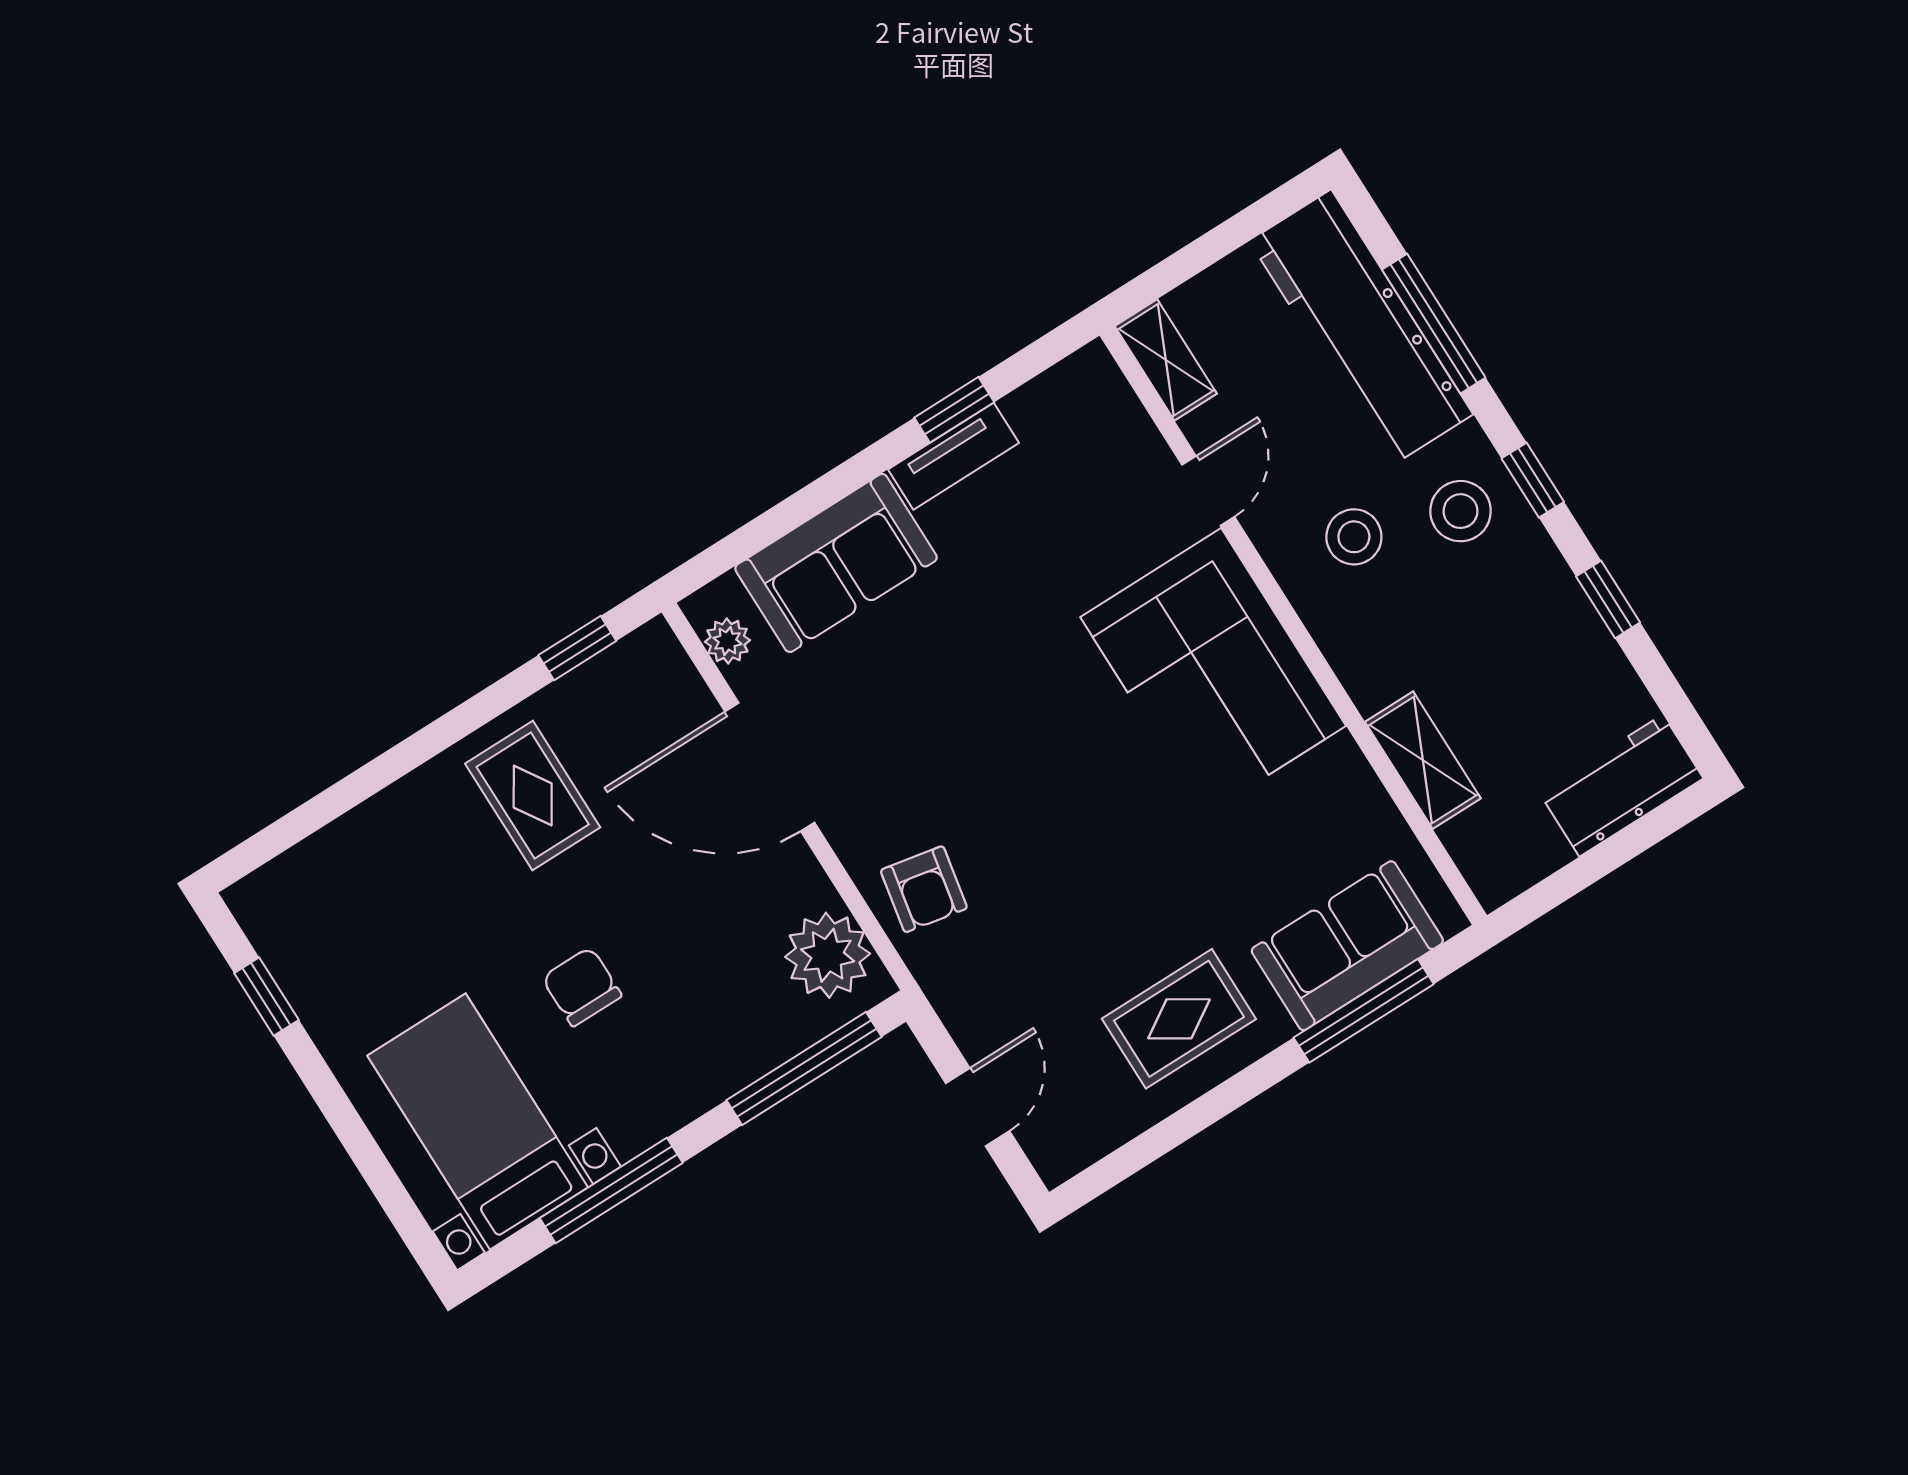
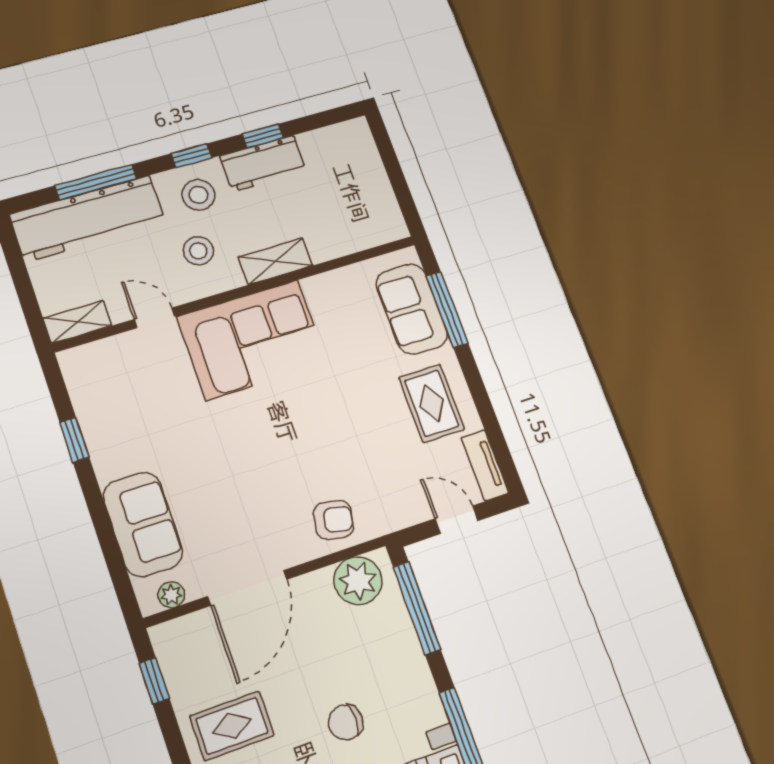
tv unit: (953, 456) -> (485, 465), moved, turned 180
shelving: (1423, 760) -> (275, 261), moved
workbench: (1621, 785) -> (263, 164), moved, turned -90

